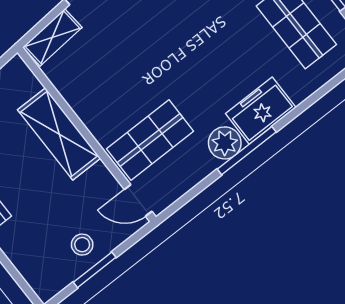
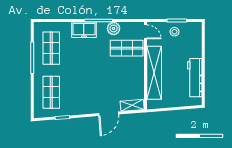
shelving: (59, 134) -> (154, 73), width x1.47
plant: (225, 143) -> (114, 28), moved

